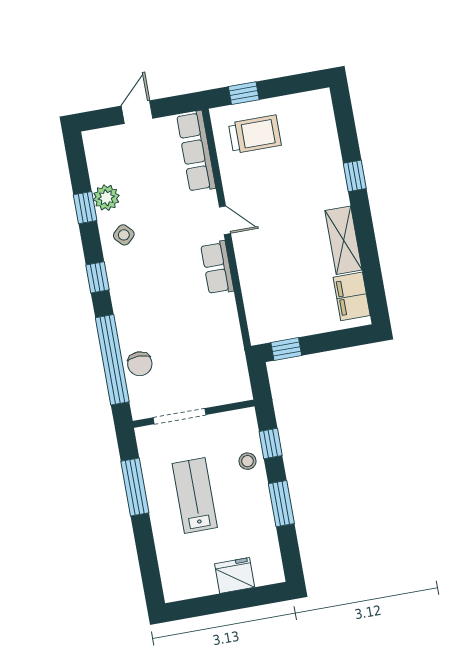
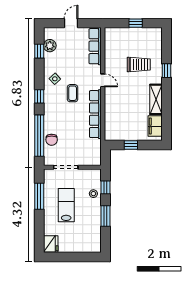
window: (244, 93) -> (136, 23), moved
trolley: (255, 134) -> (139, 65), moved
plant: (106, 198) -> (50, 46), moved
window: (85, 208) -> (39, 51), moved
coffee table: (166, 258) -> (73, 93), added
row of seats: (217, 268) -> (95, 114), width x2.02
window: (286, 349) -> (131, 145), moved
fridge: (235, 576) -> (51, 244), moved, turned 90

